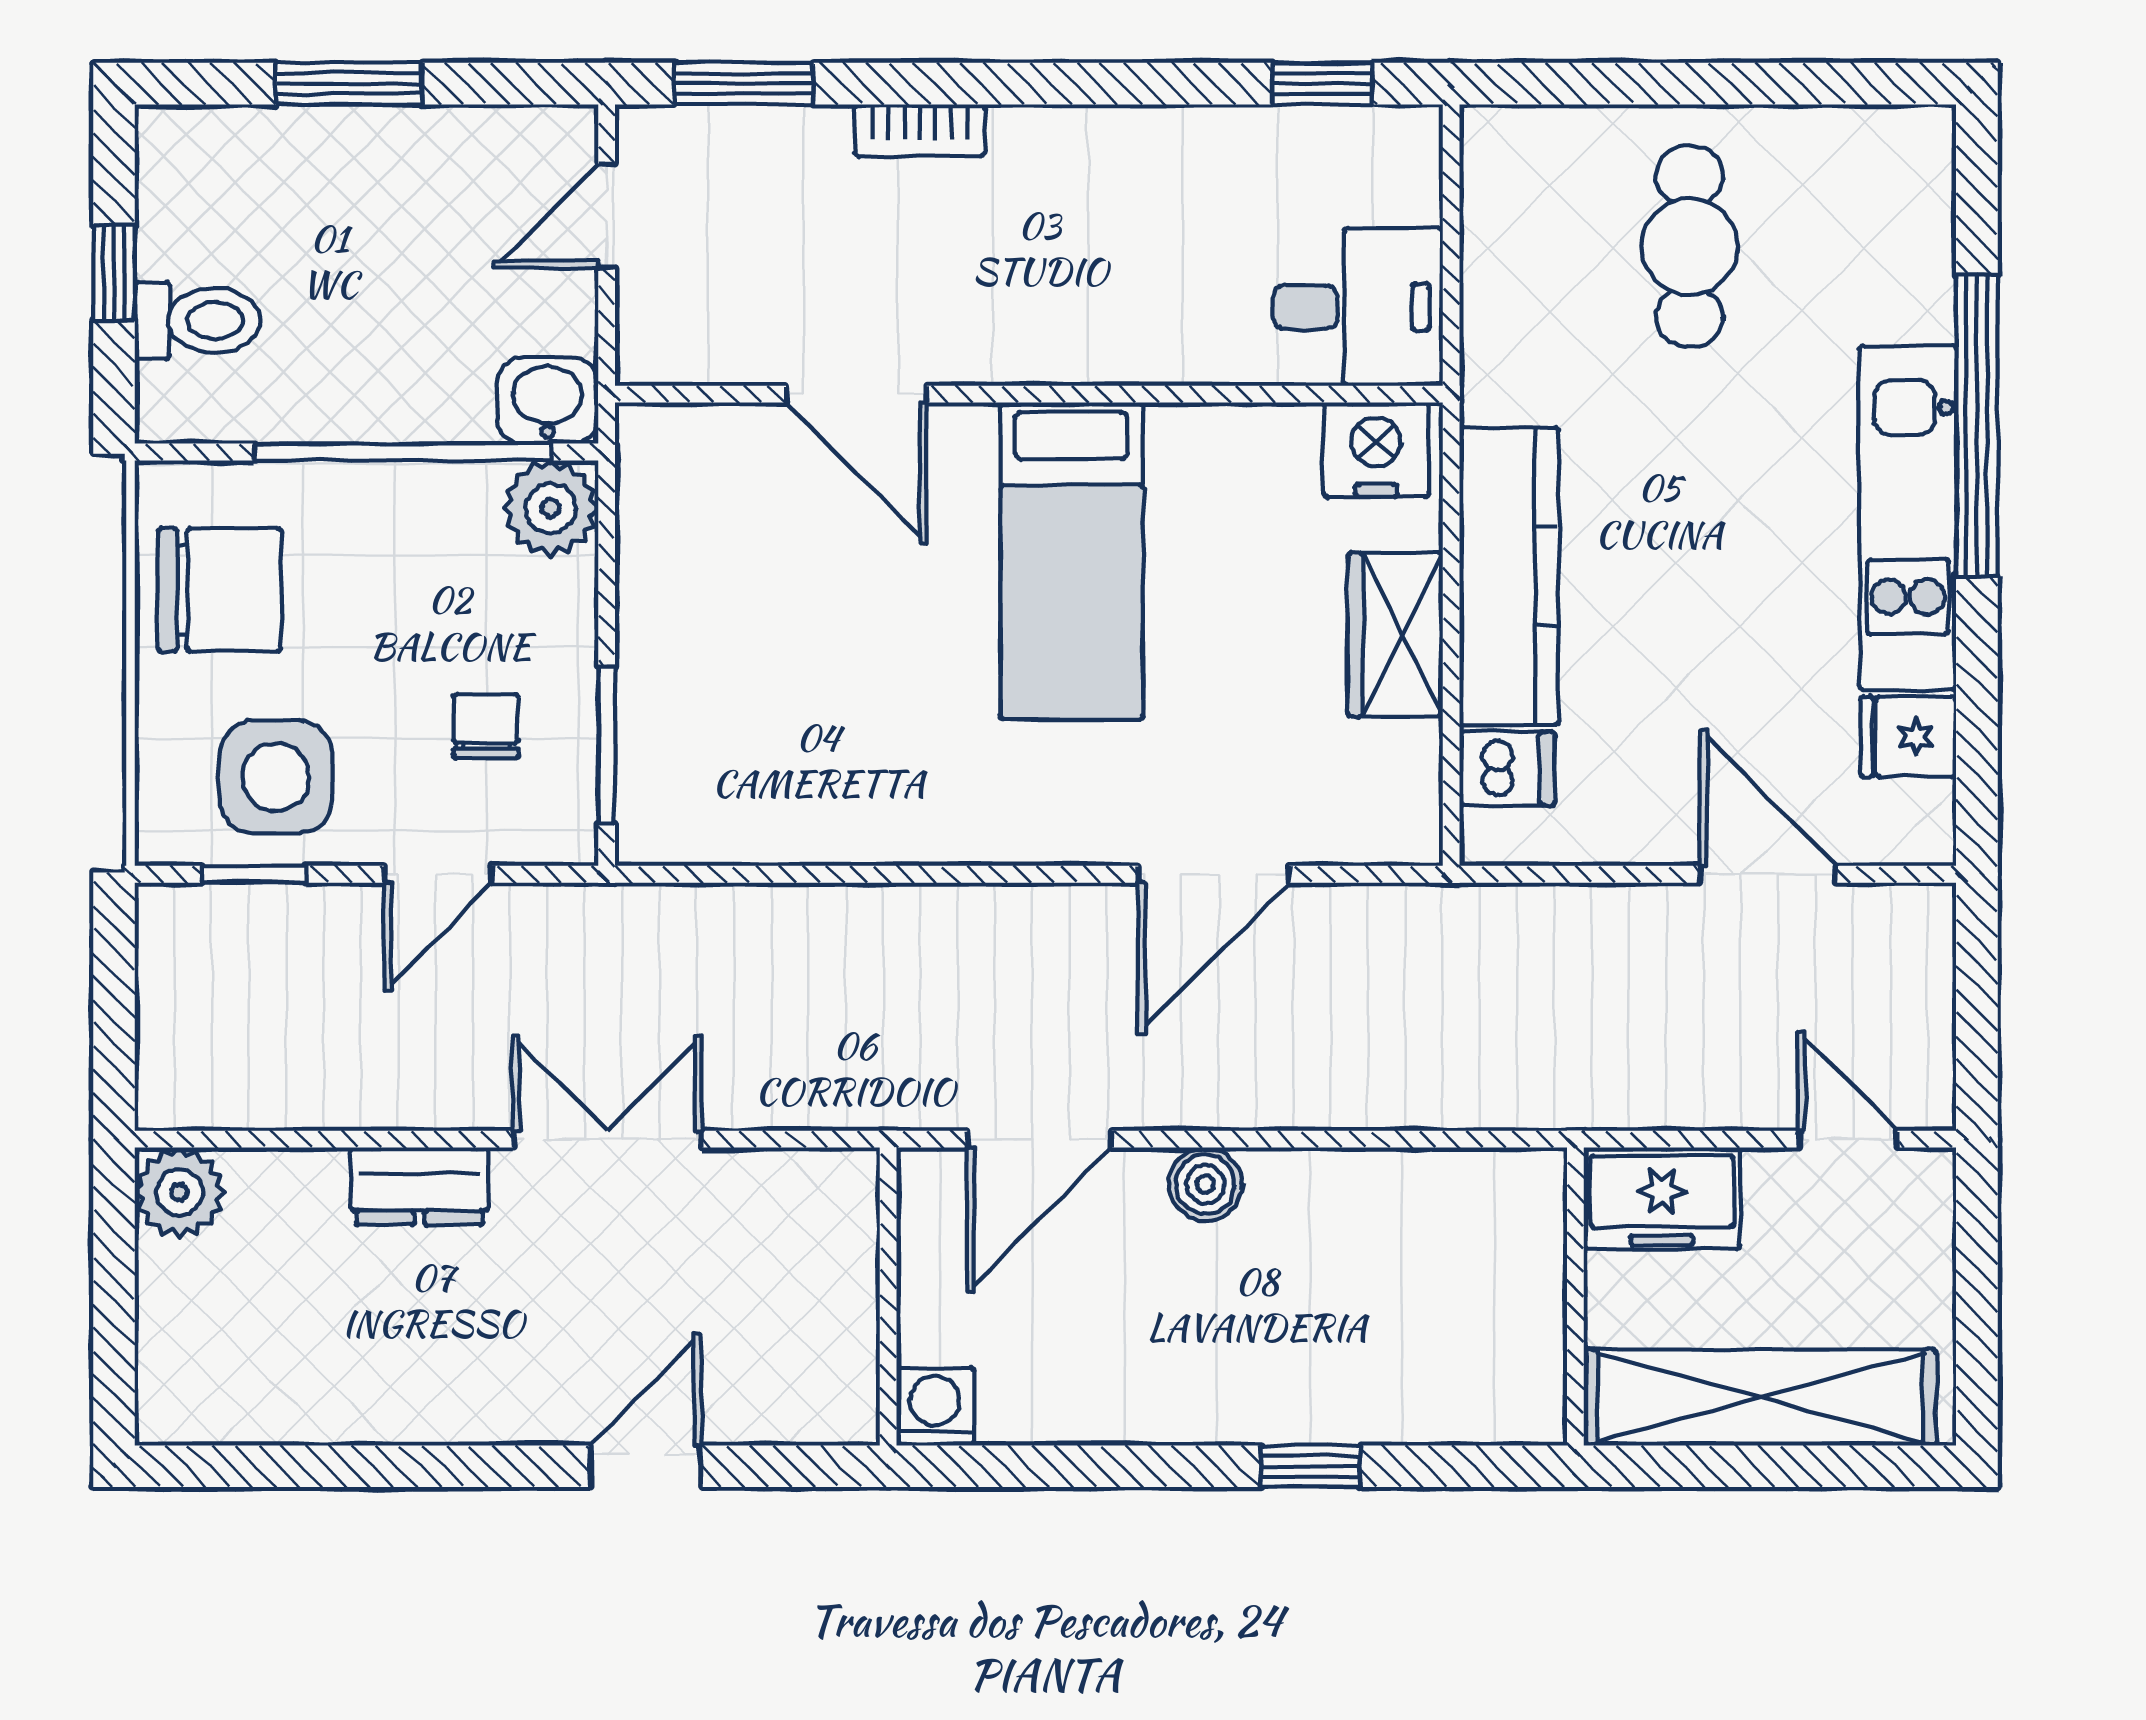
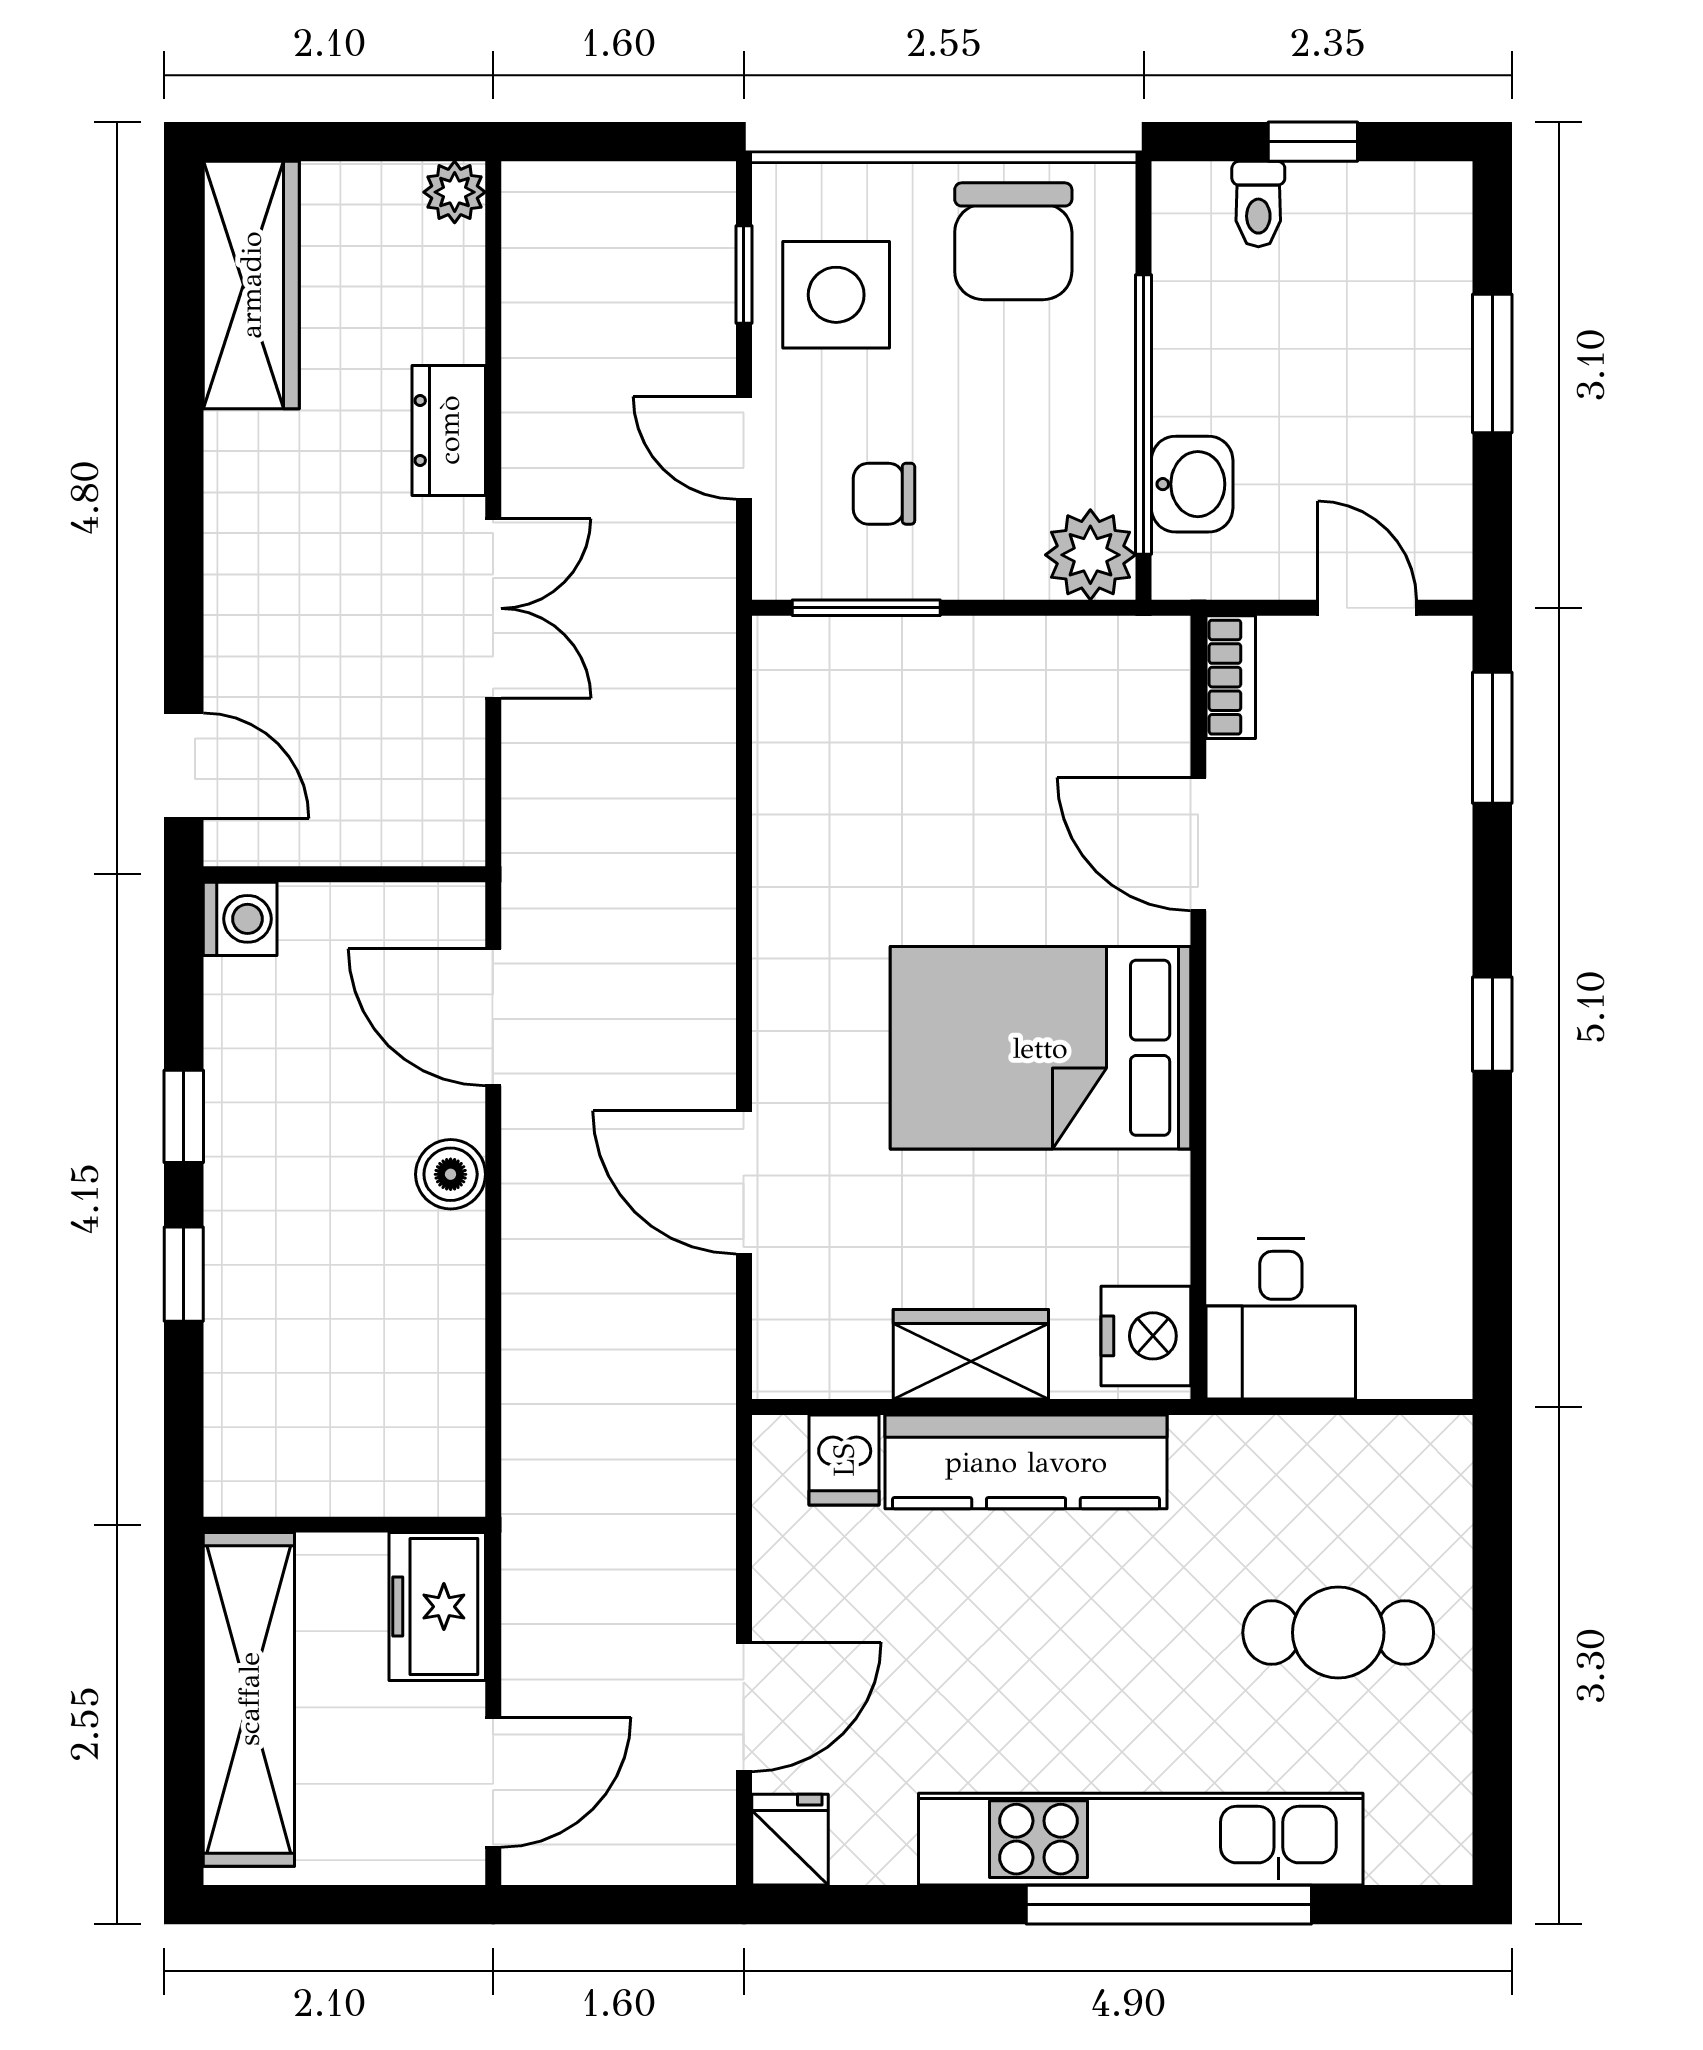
window: (1322, 84) -> (1492, 1024), moved
bookcase: (920, 130) -> (1231, 677), moved, turned 180
toilet: (198, 320) -> (1258, 204), width x0.73, depth x0.72
door: (856, 394) -> (1198, 844), hinge flipped
washbasin: (548, 401) -> (1192, 484), moved
kitchen unit: (1908, 518) -> (1141, 1839), width x1.36
bed: (1072, 561) -> (1040, 1048), width x1.50
chair: (486, 726) -> (884, 494), turned 180
fridge: (1908, 737) -> (790, 1840), moved
door: (1848, 1139) -> (493, 1782), width x1.37
plant: (180, 1192) -> (455, 192), width x0.73, depth x0.73
wardrobe: (266, 1395) -> (251, 285), added
door: (646, 1466) -> (184, 766), moved
window: (1144, 1466) -> (184, 1116), added

